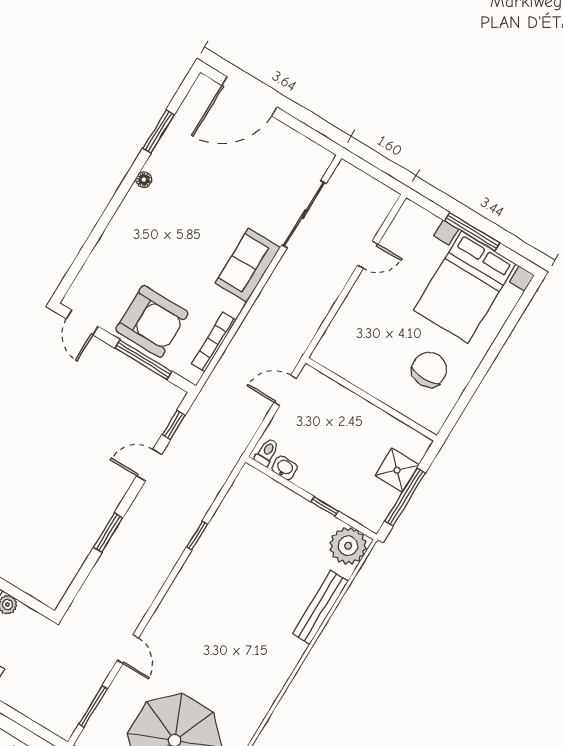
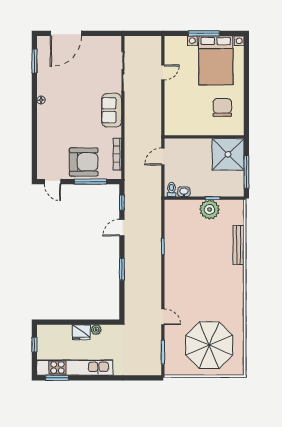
window: (159, 131) -> (34, 61), moved
shower: (397, 470) -> (228, 154), width x1.86, depth x1.86
plant: (348, 546) -> (210, 209), moved

